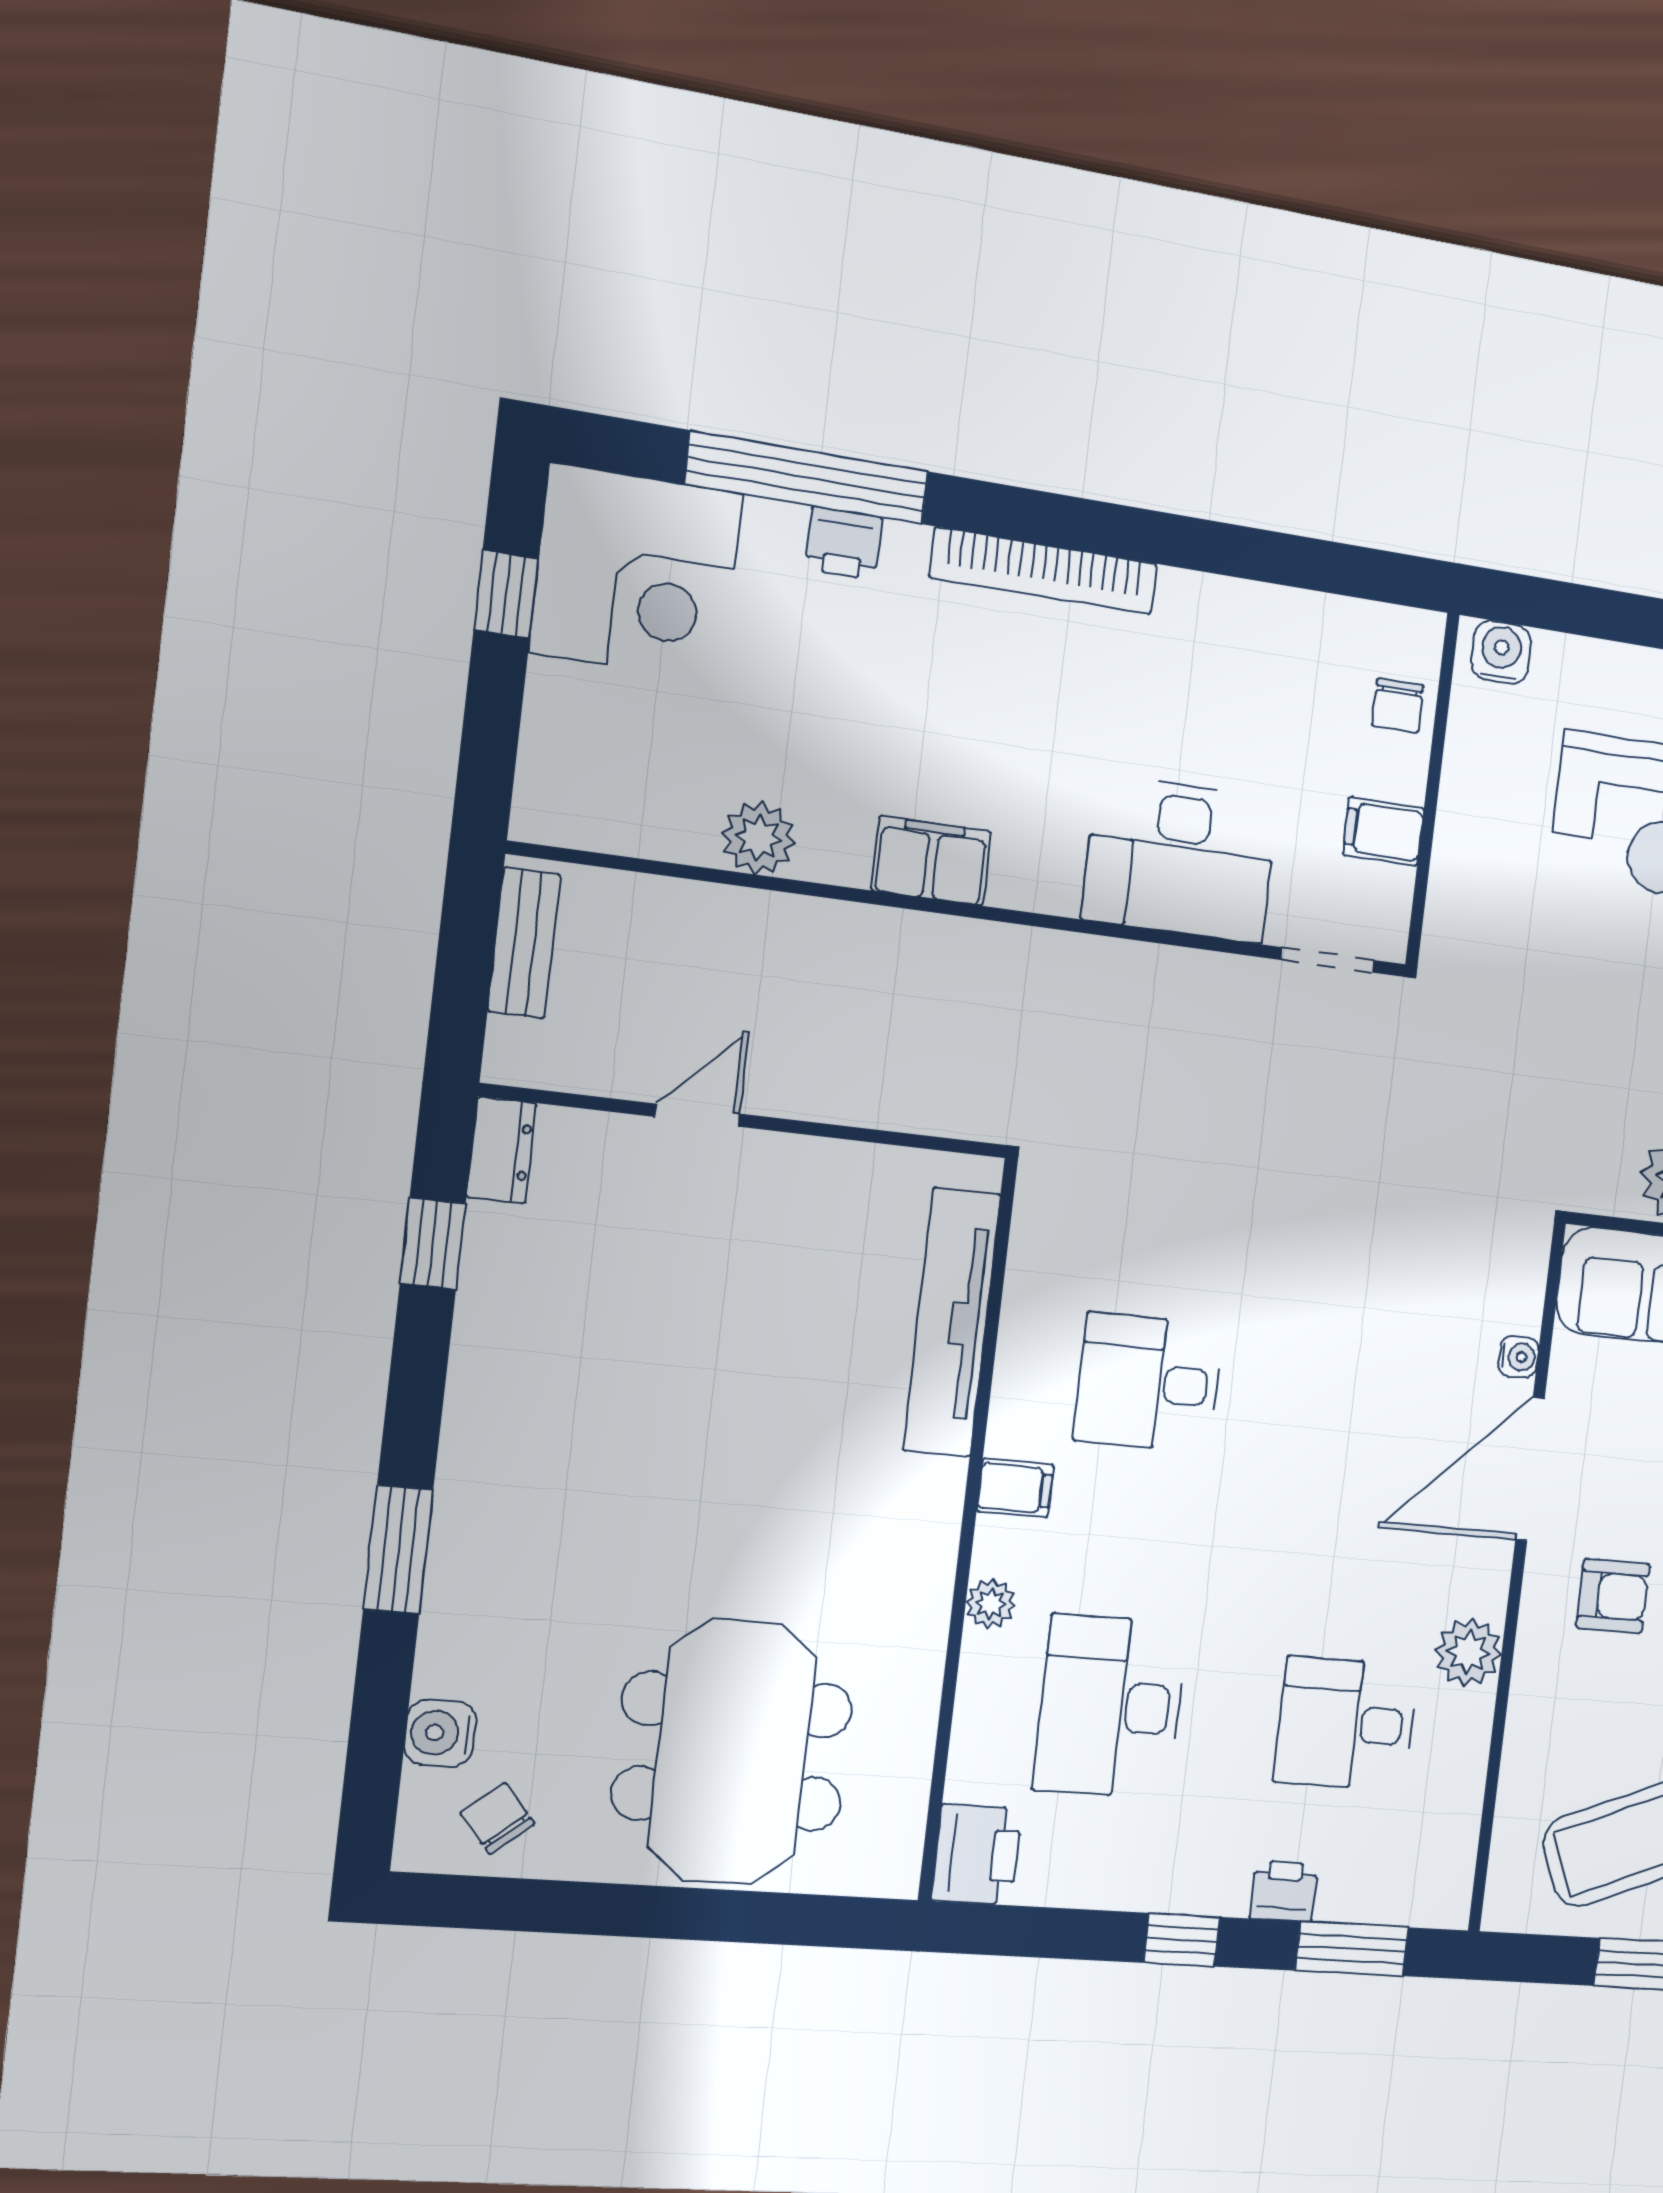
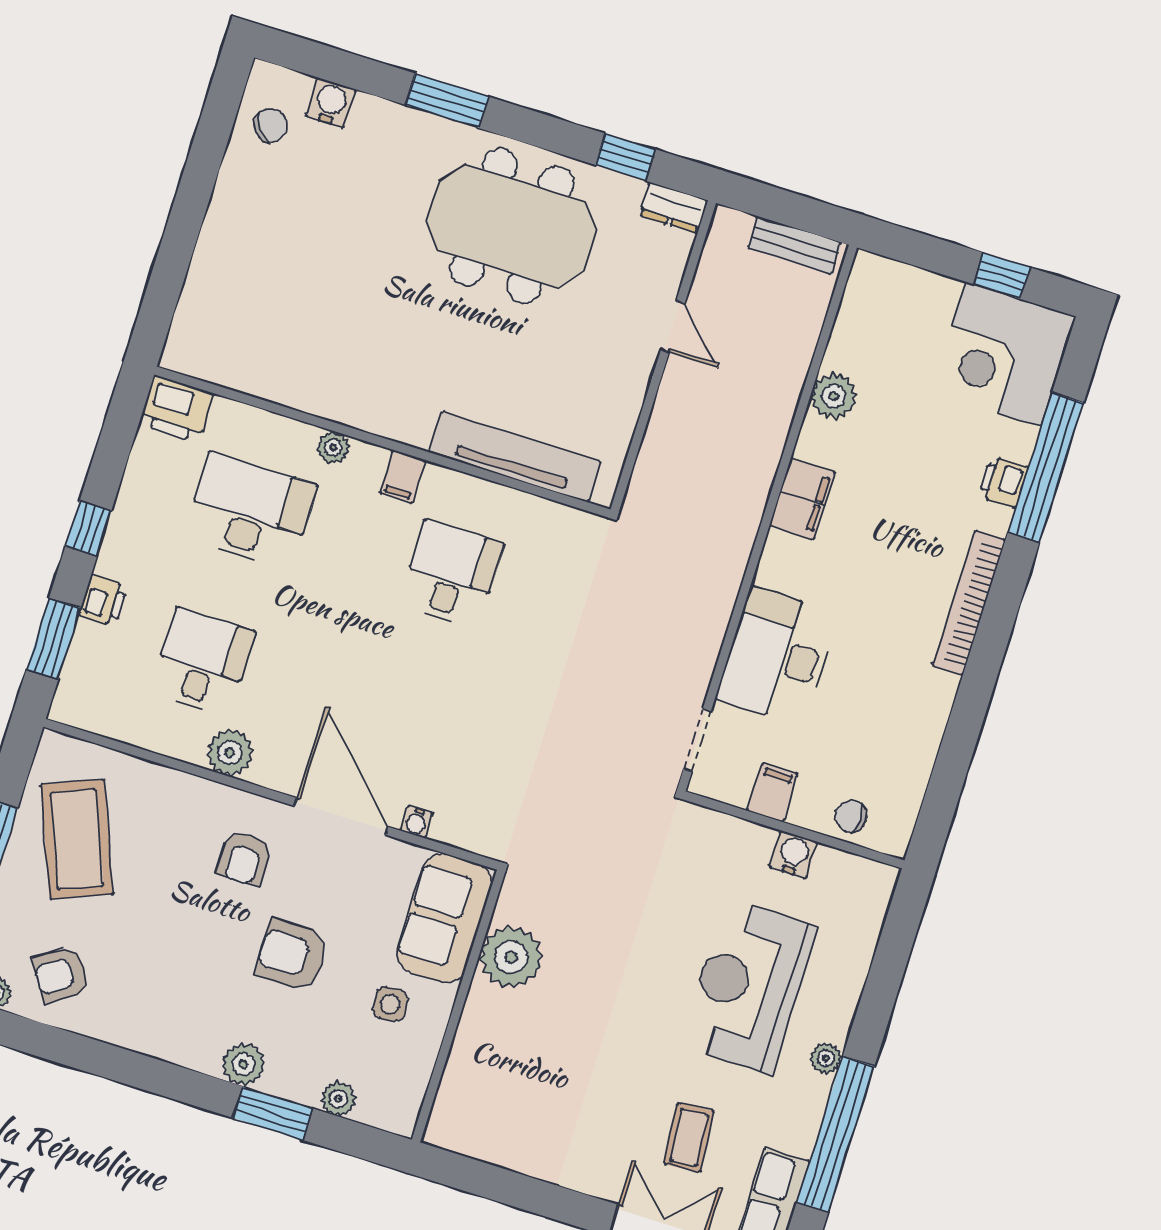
water cooler: (1501, 652) -> (793, 854), moved, turned -90
meeting table: (732, 1752) -> (512, 226), moved

